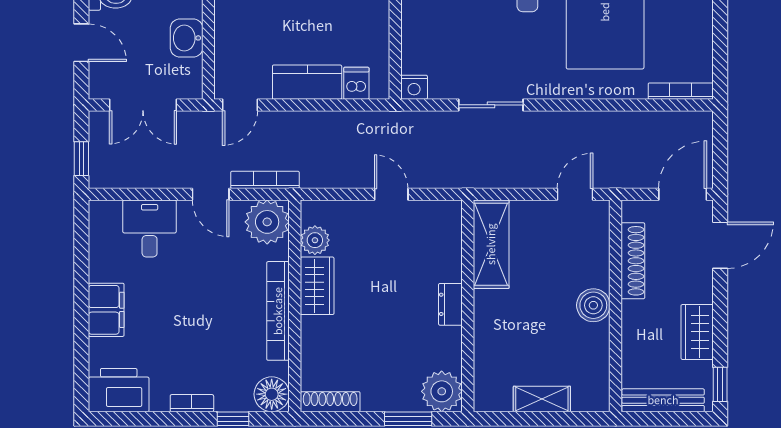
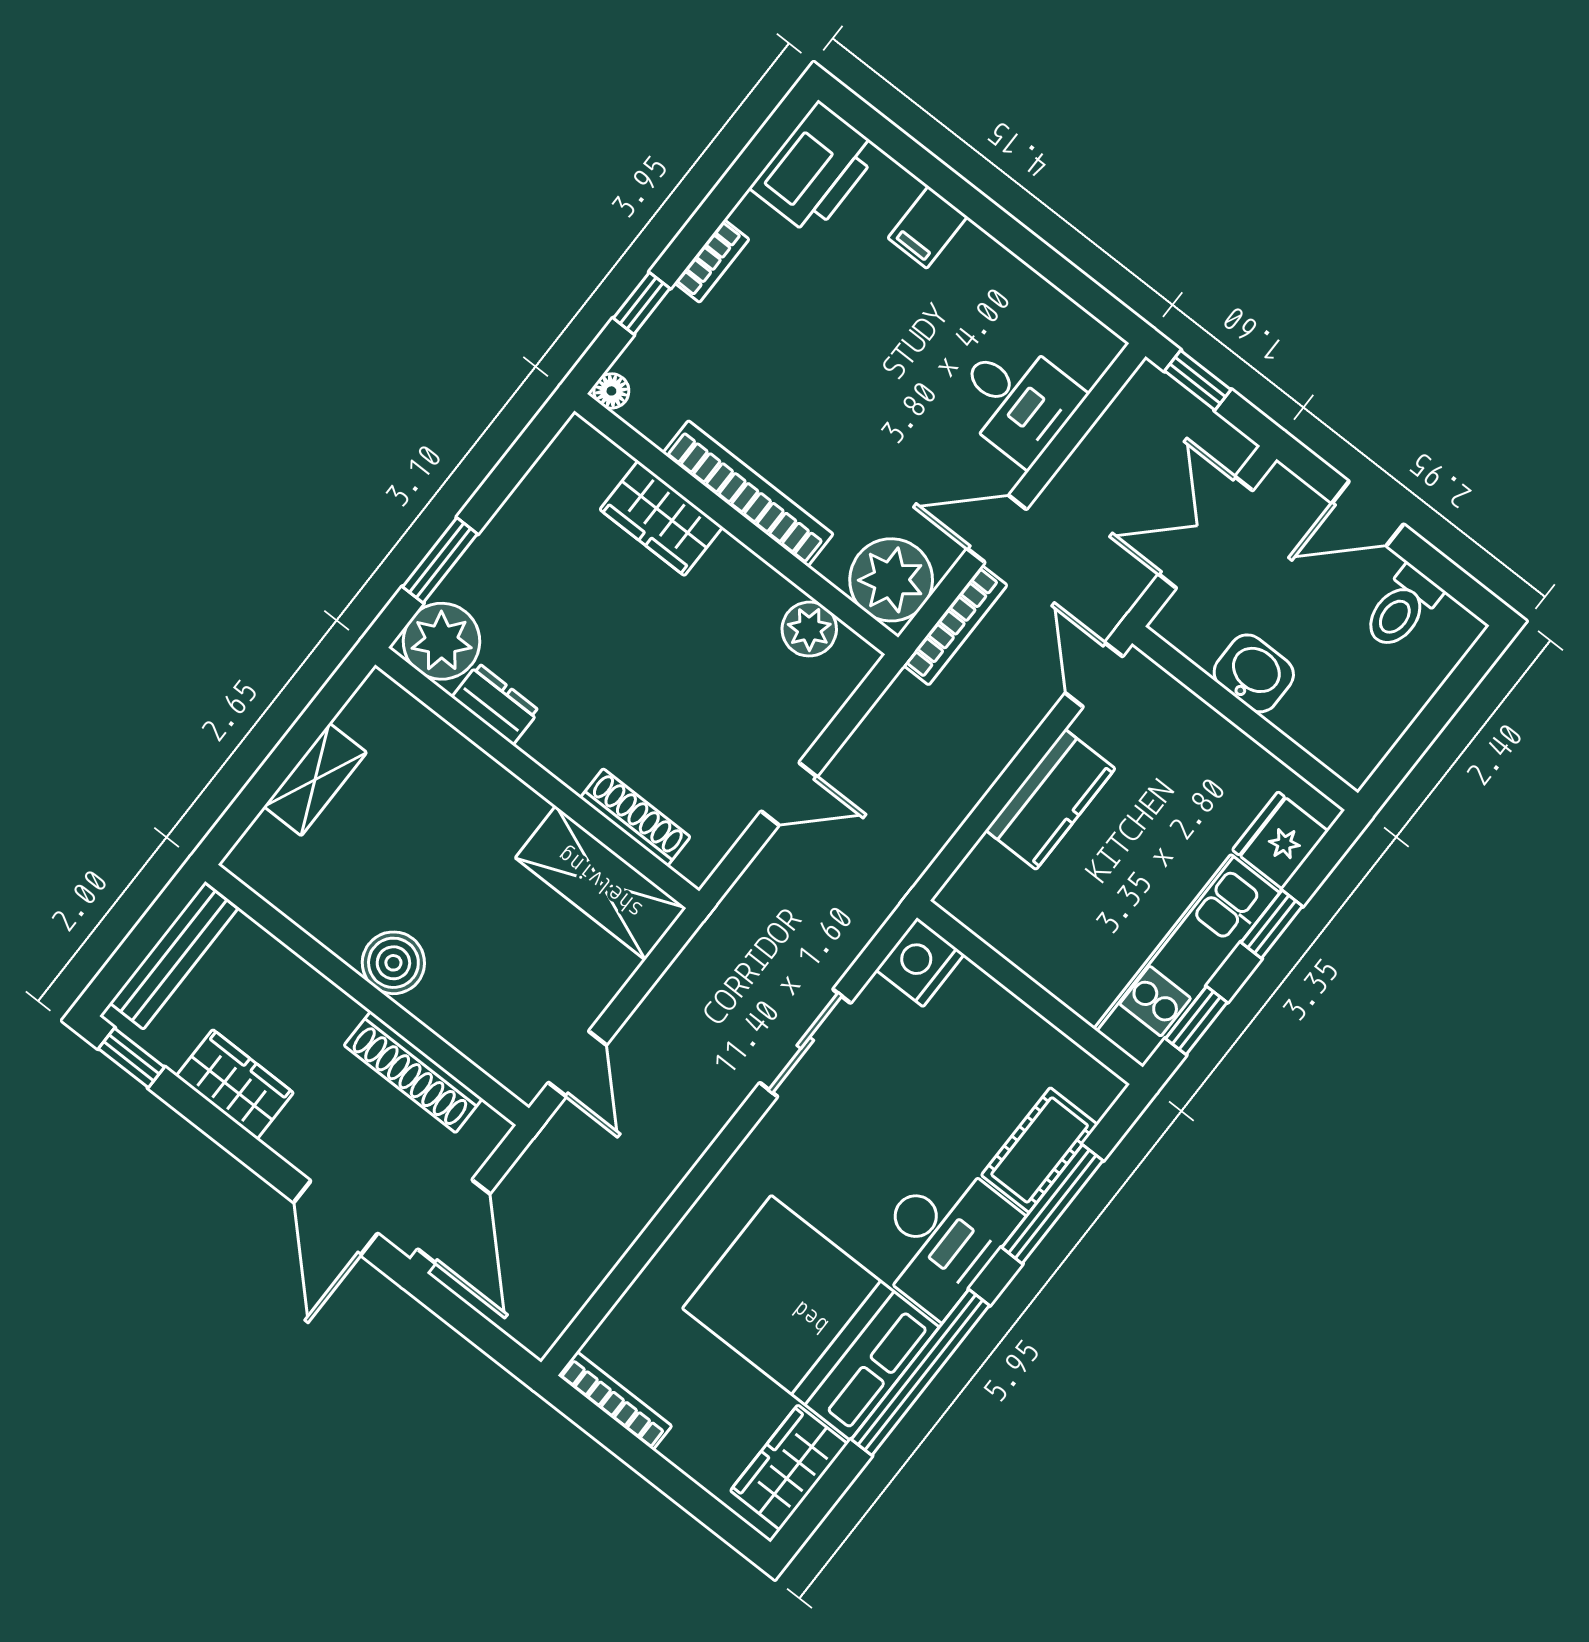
dishwasher: (356, 83) -> (992, 870), removed
nightstand: (414, 87) -> (920, 962), width x1.36, depth x1.33
bookcase: (681, 91) -> (615, 1401), moved, turned -90
wardrobe: (317, 286) -> (661, 518), moved
dresser: (450, 304) -> (496, 704), moved
filing cabinet: (106, 310) -> (928, 227), width x0.50
floor lamp: (272, 394) -> (611, 391), width x0.53, depth x0.53
shoe rack: (330, 402) -> (635, 817), moved, turned -90

